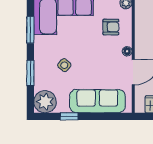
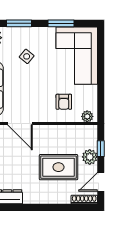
floor lamp: (127, 51) -> (40, 118), removed

